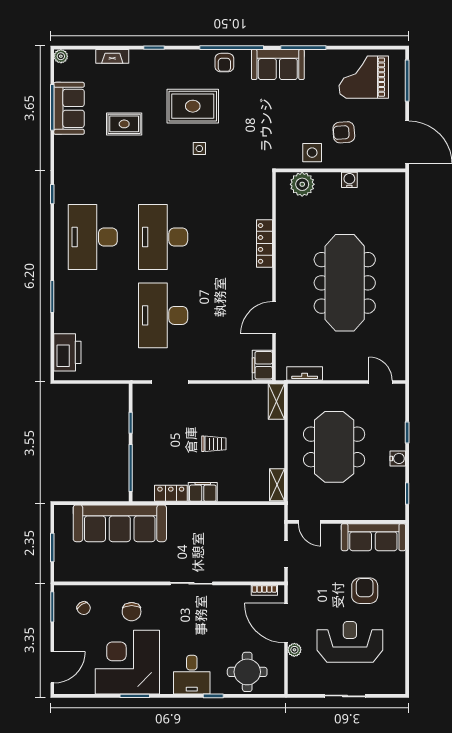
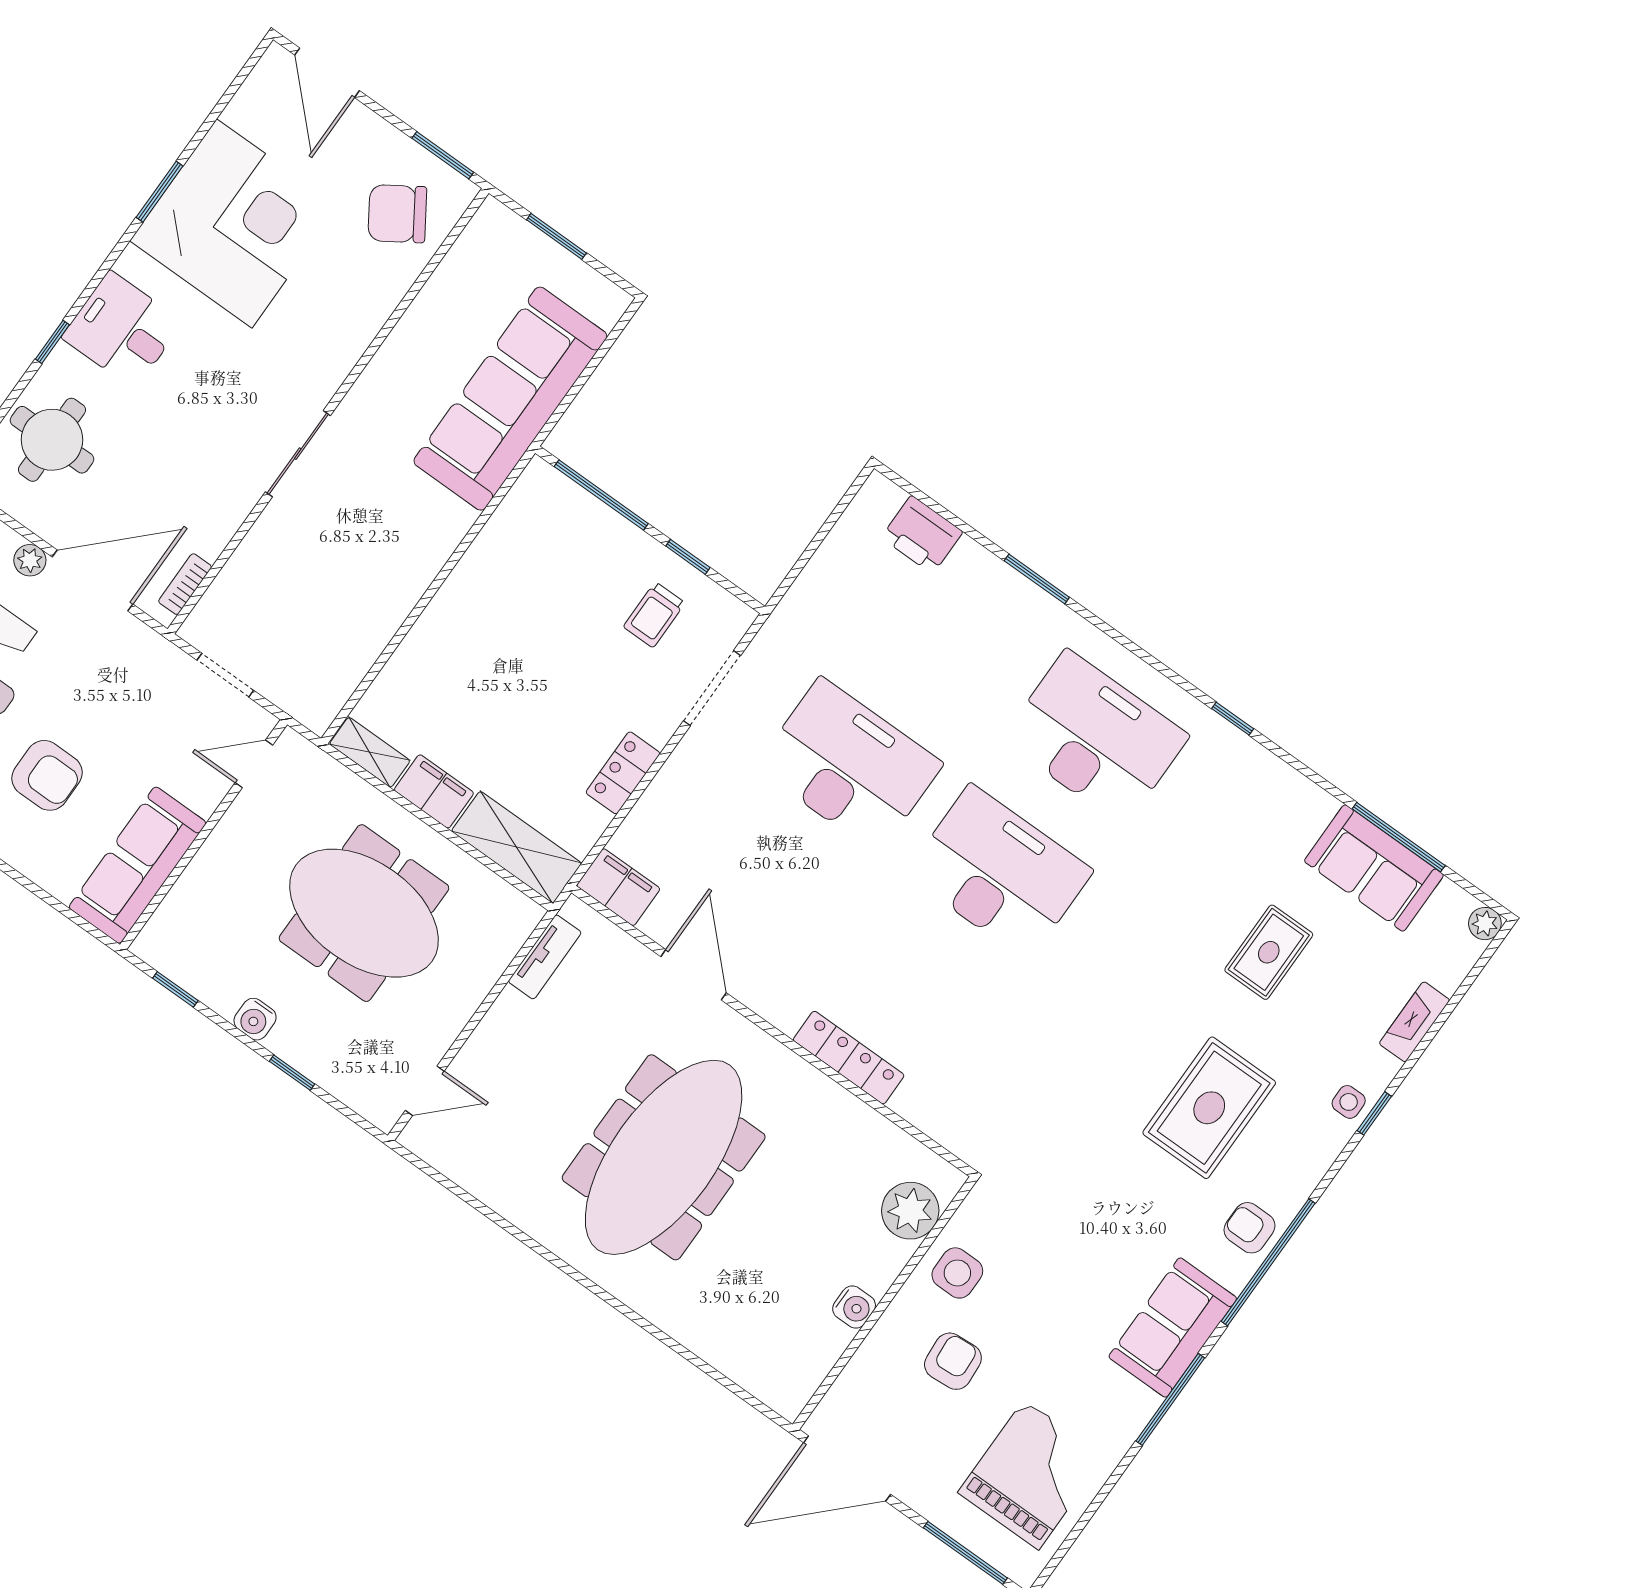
side table: (199, 149) -> (1349, 1102), moved
meeting table: (345, 283) -> (664, 1157), turned 90
printer: (67, 352) -> (922, 535), width x0.73, depth x0.84
shelving: (276, 401) -> (517, 847), width x1.50, depth x1.33
trolley: (214, 444) -> (654, 615), moved
filing cabinet: (203, 492) -> (434, 791), moved, turned -90
locker: (171, 493) -> (623, 773), moved, turned 180
chair: (84, 608) -> (397, 214), width x1.87, depth x1.87
chair: (132, 612) -> (325, 301), removed

